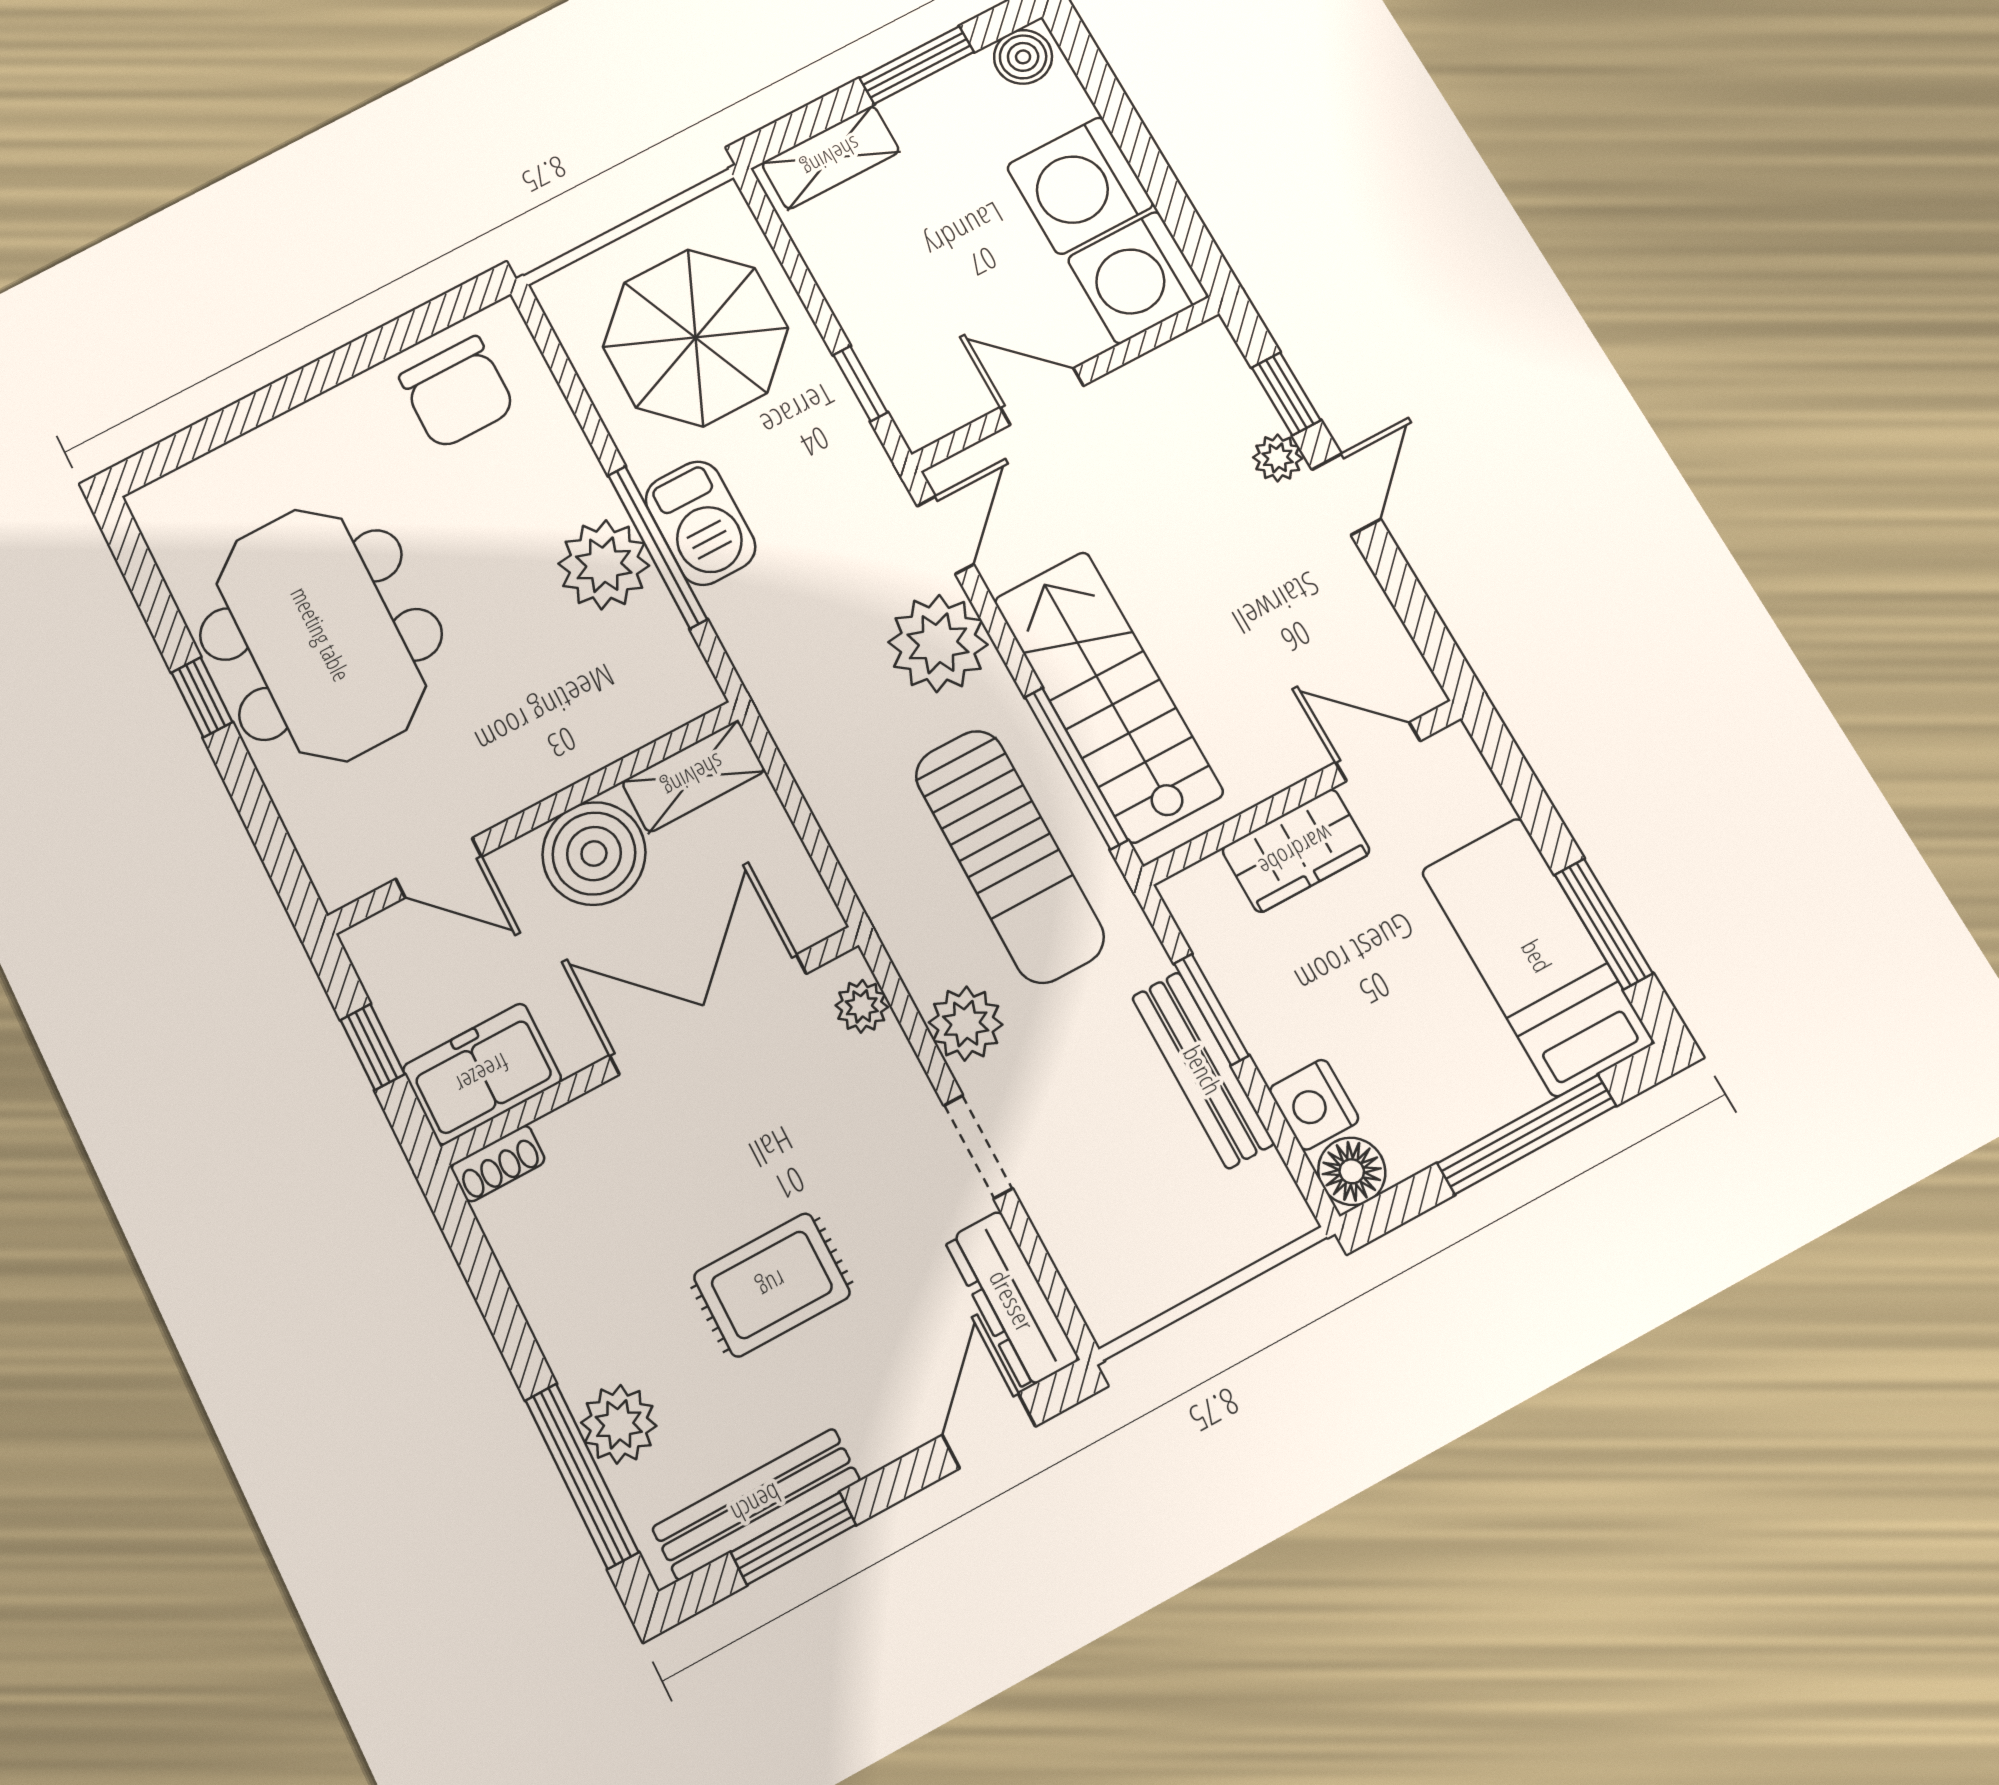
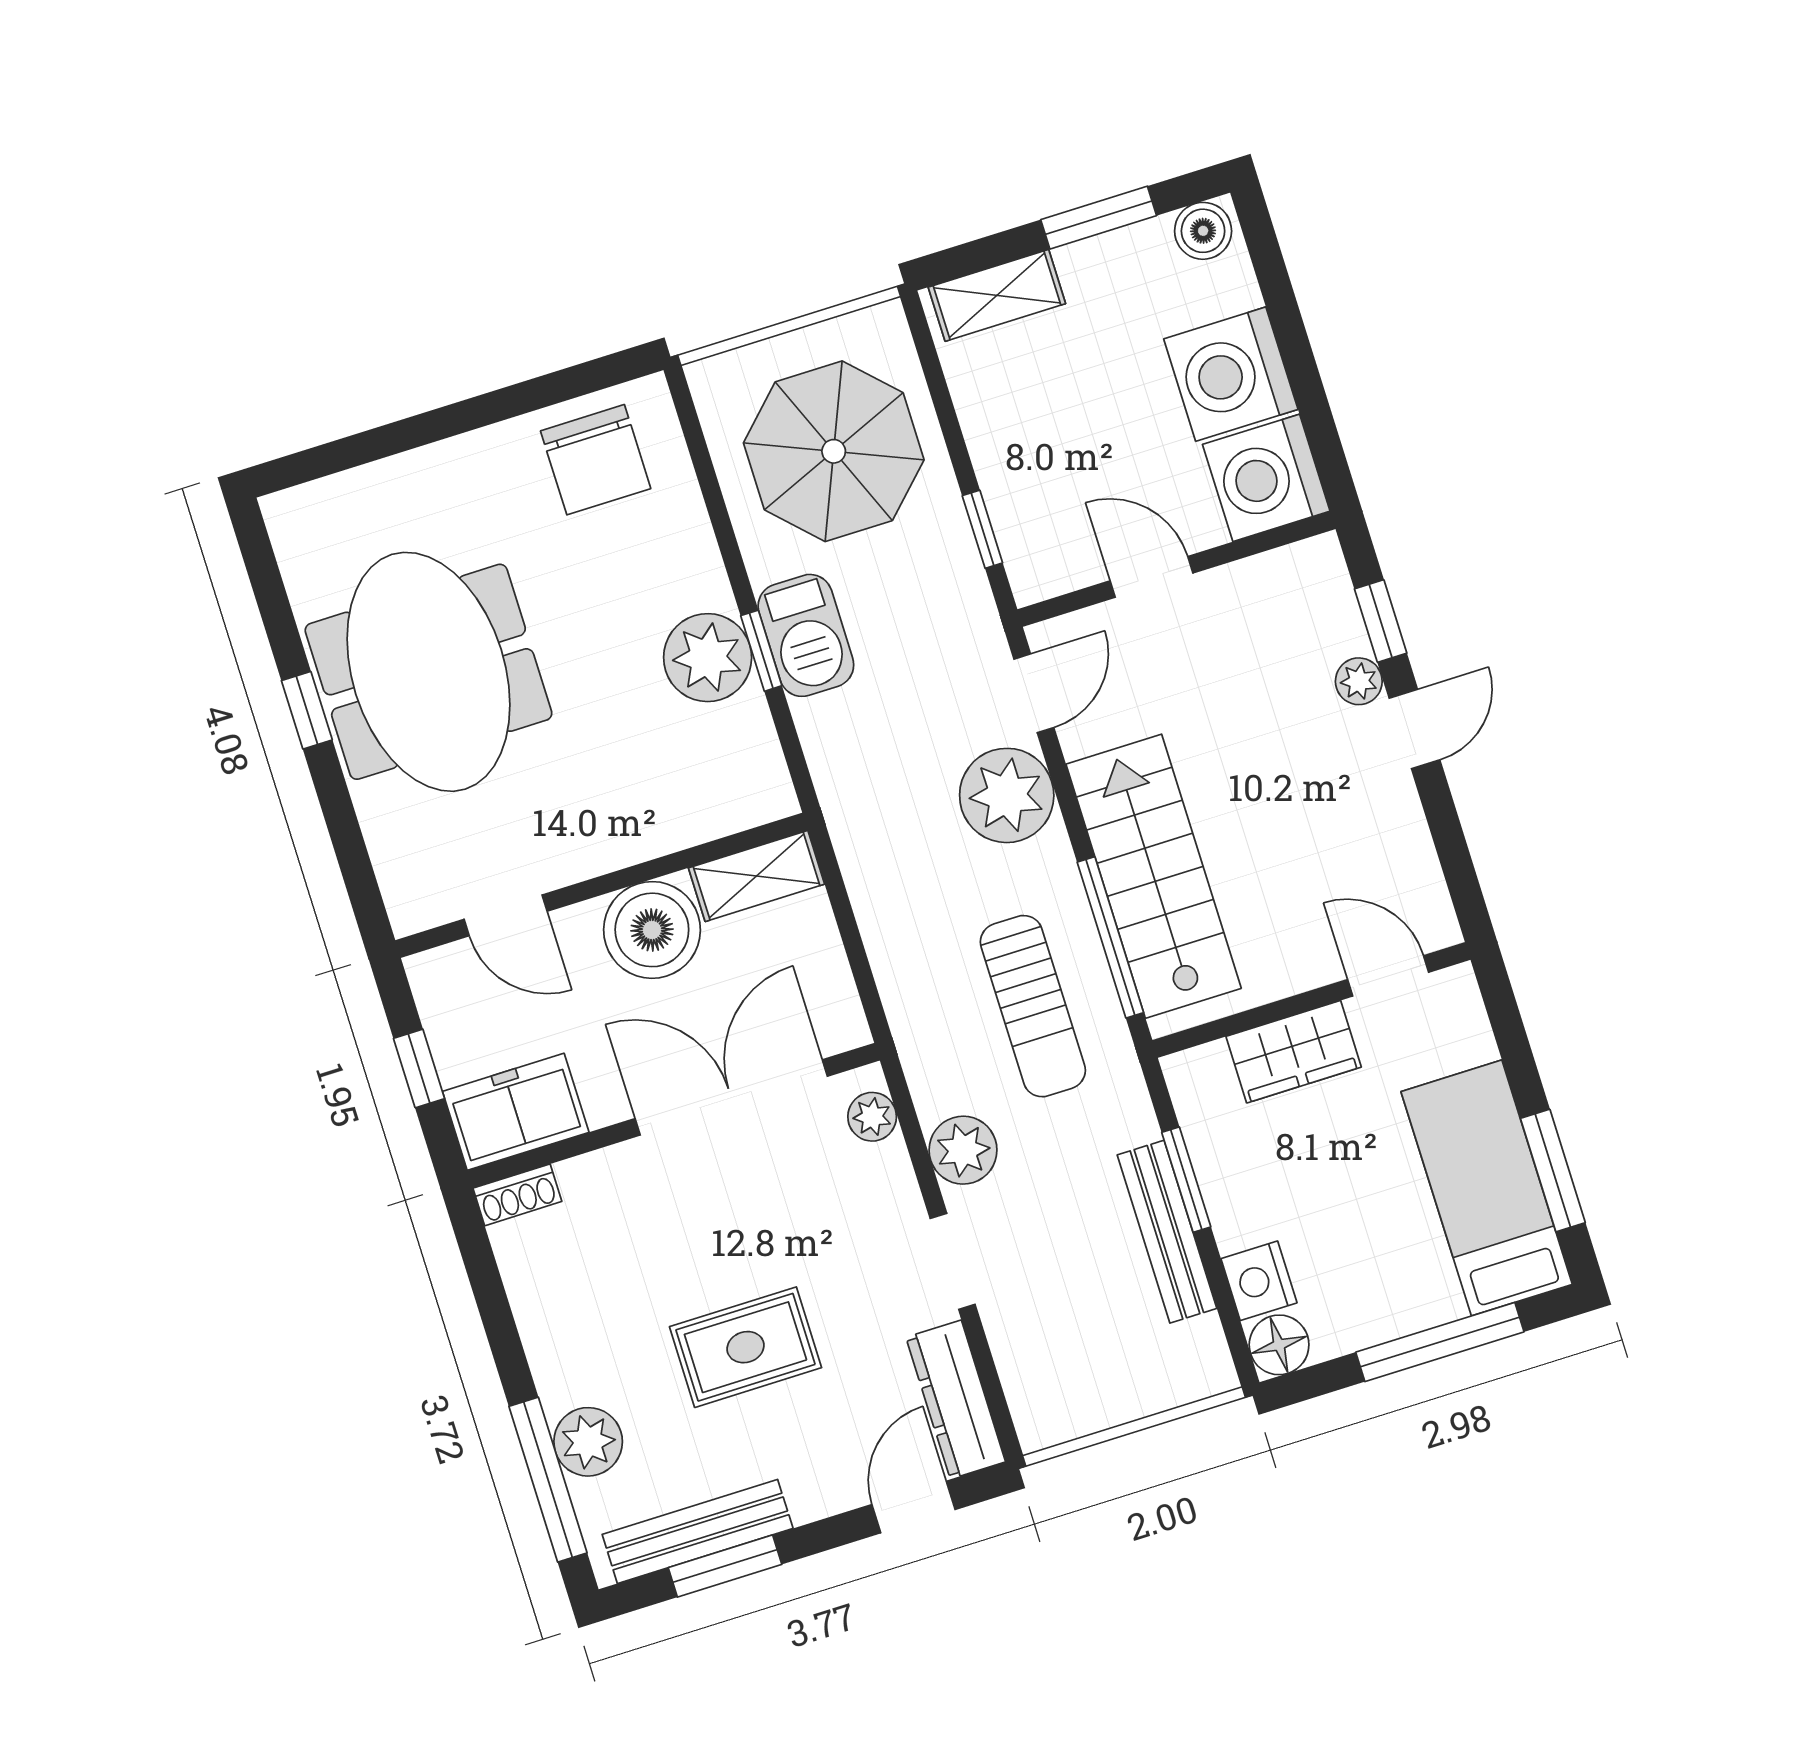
window: (657, 547) -> (761, 651), width x0.46
sun lounger: (1009, 856) -> (1033, 1006), width x0.73, depth x0.75

